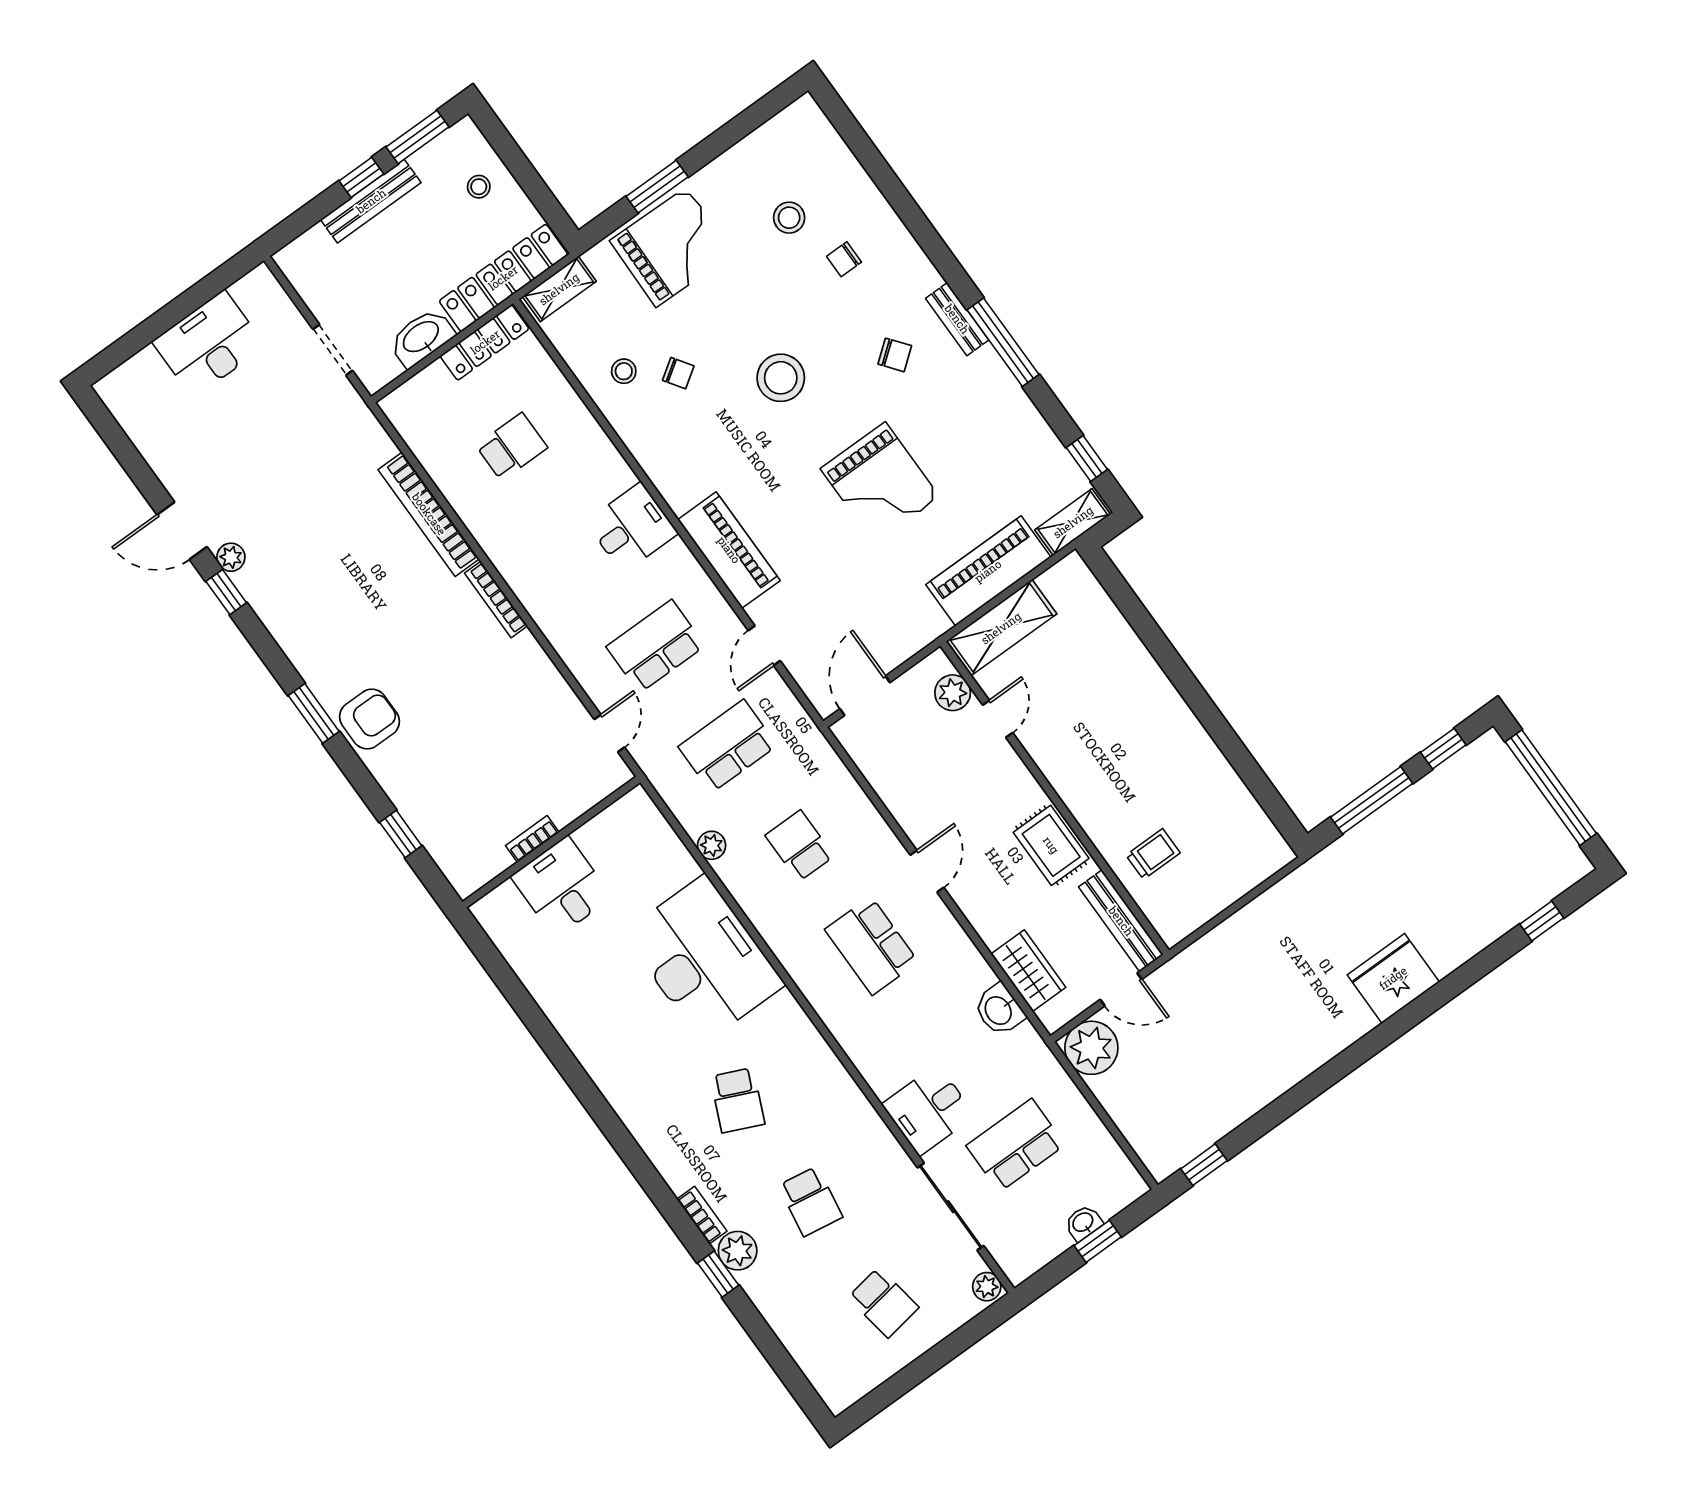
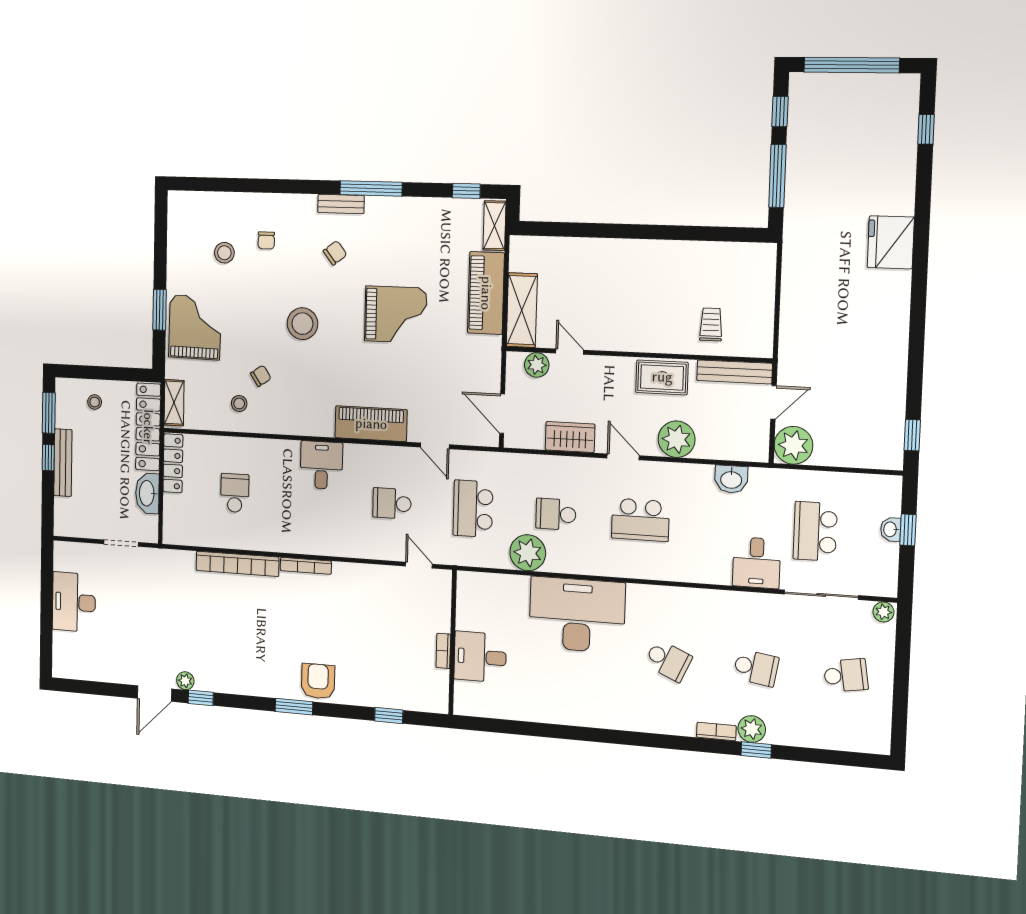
school desk: (656, 646) -> (392, 503), width x0.54
plant: (712, 845) -> (528, 553), width x1.88, depth x1.88
plant: (995, 915) -> (677, 439), added
wardrobe: (1028, 971) -> (570, 437), moved

